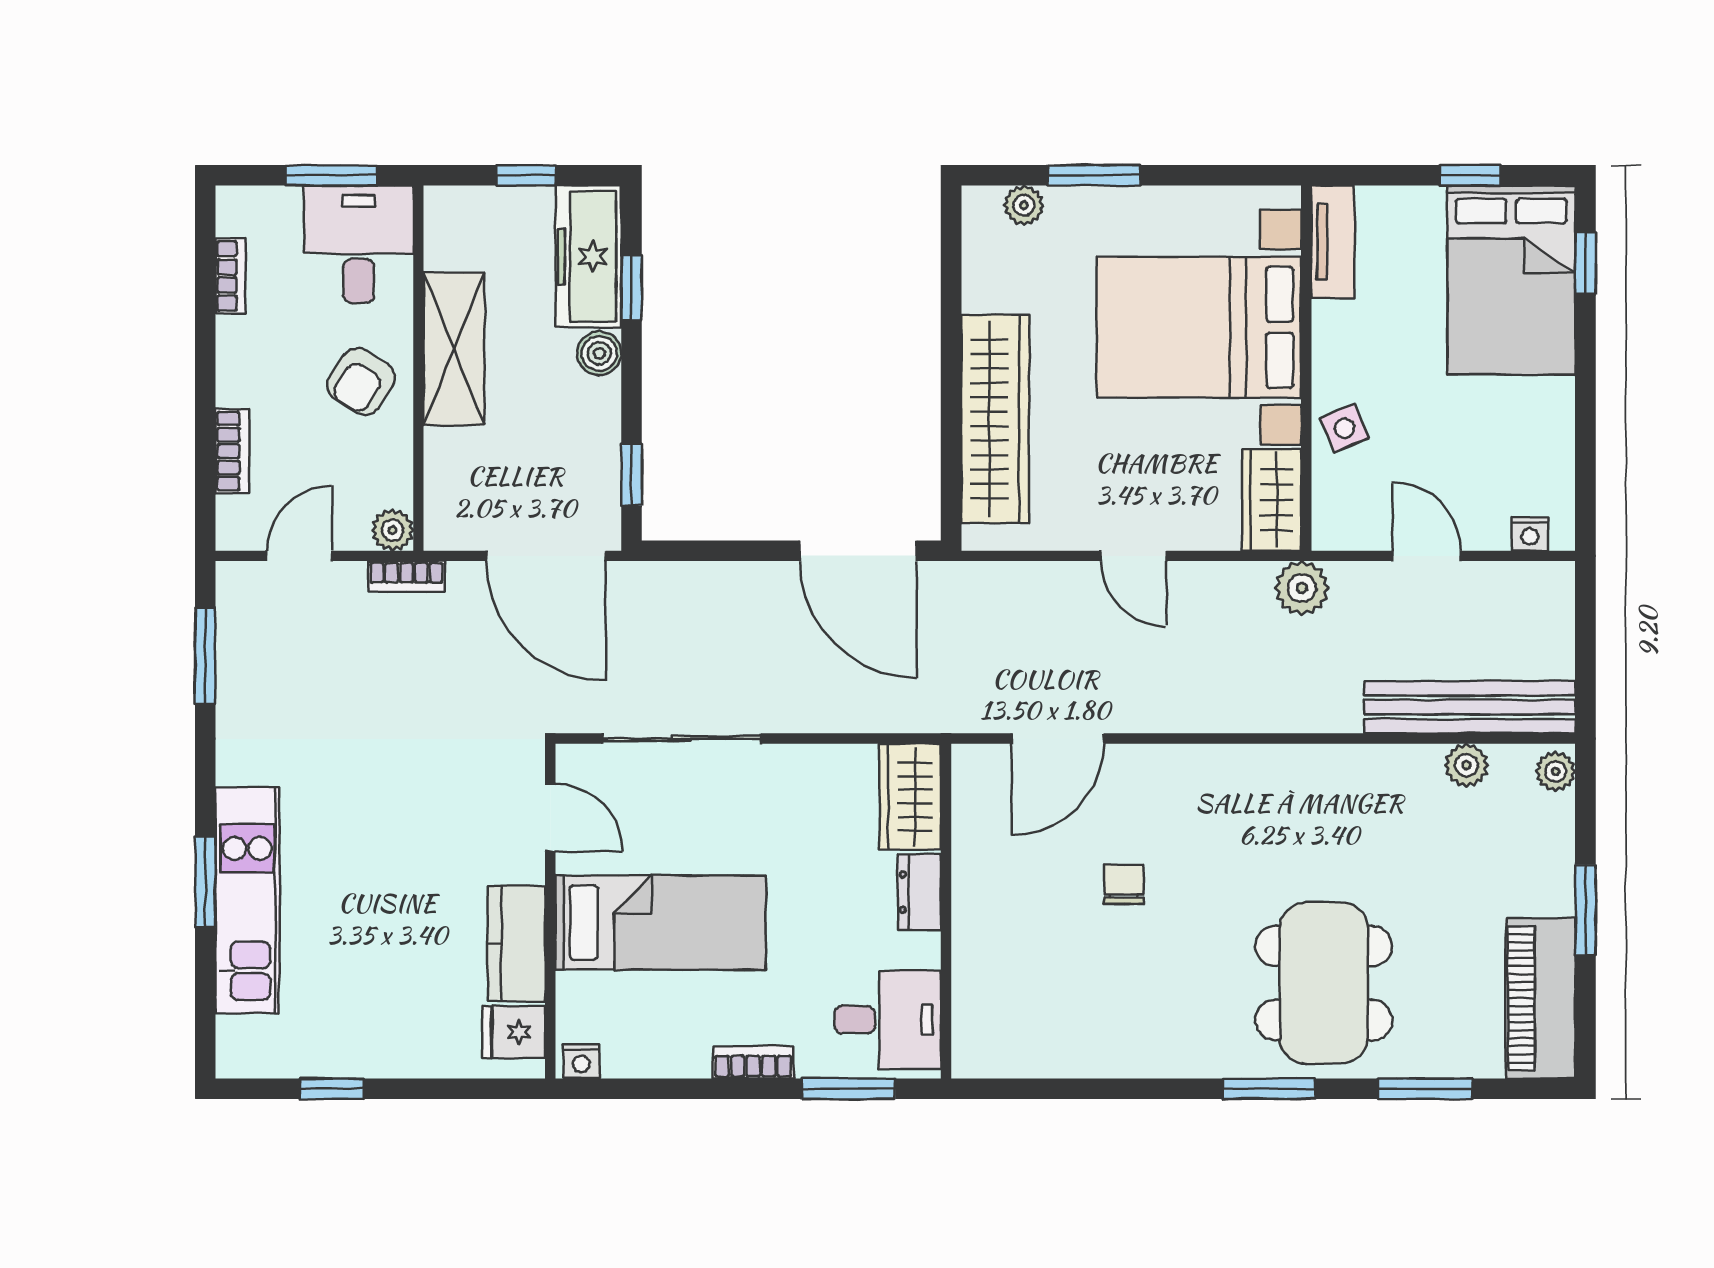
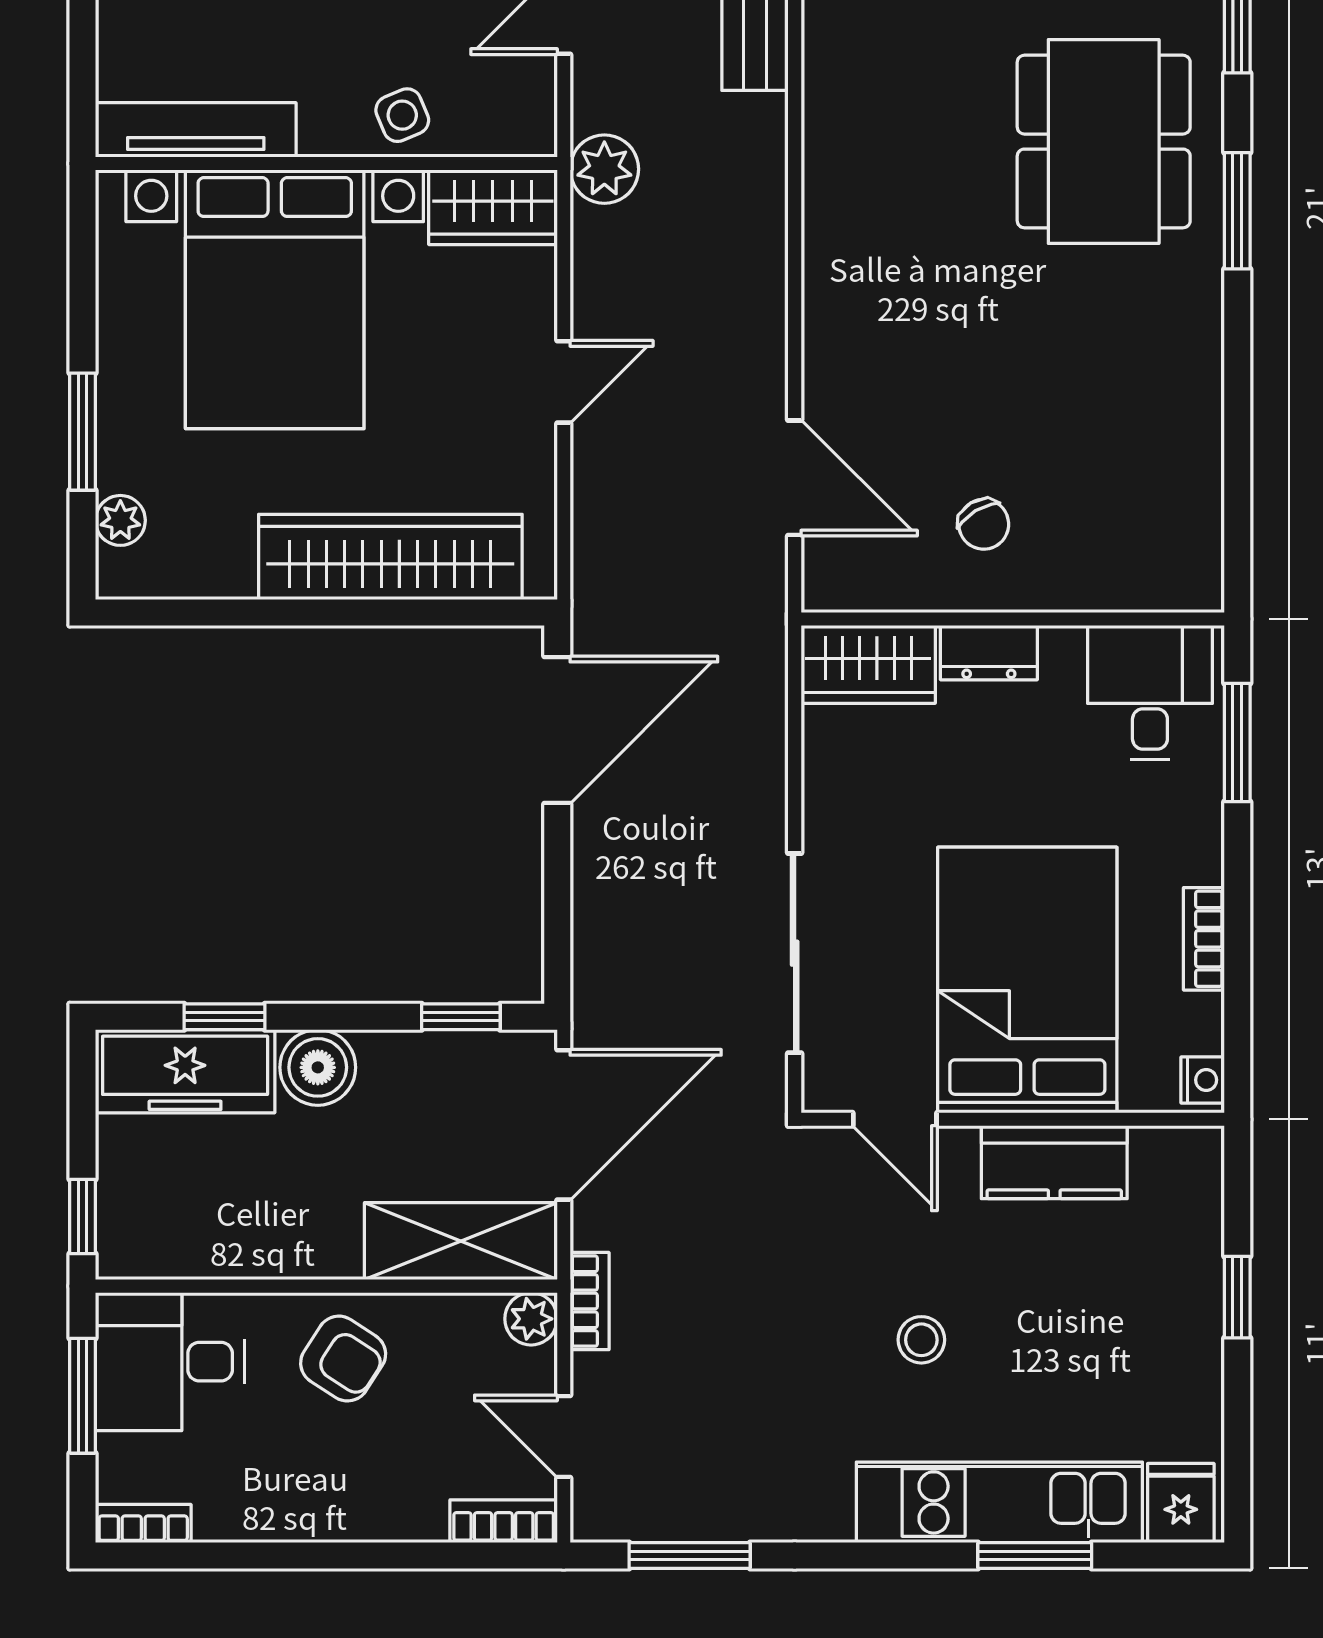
window: (526, 175) -> (83, 1217), moved
tv unit: (1333, 242) -> (196, 130), width x1.41
bookcase: (231, 276) -> (143, 1524), moved
shelving: (454, 349) -> (461, 1241), moved
boiler: (599, 353) -> (318, 1067), width x1.36, depth x1.36
bookcase: (232, 451) -> (504, 1521), moved
door: (550, 818) -> (895, 1119), swing flipped
stool: (376, 839) -> (921, 1340), added
window: (205, 882) -> (1035, 1556), moved
chair: (1124, 884) -> (984, 524), moved, turned -121
bed: (660, 923) -> (1027, 980), width x1.50
dining table: (1324, 983) -> (1104, 142), turned 90
fridge: (514, 1032) -> (1181, 1503), moved, turned 180
bookcase: (753, 1062) -> (1204, 939), moved
window: (332, 1089) -> (1237, 1297), moved

